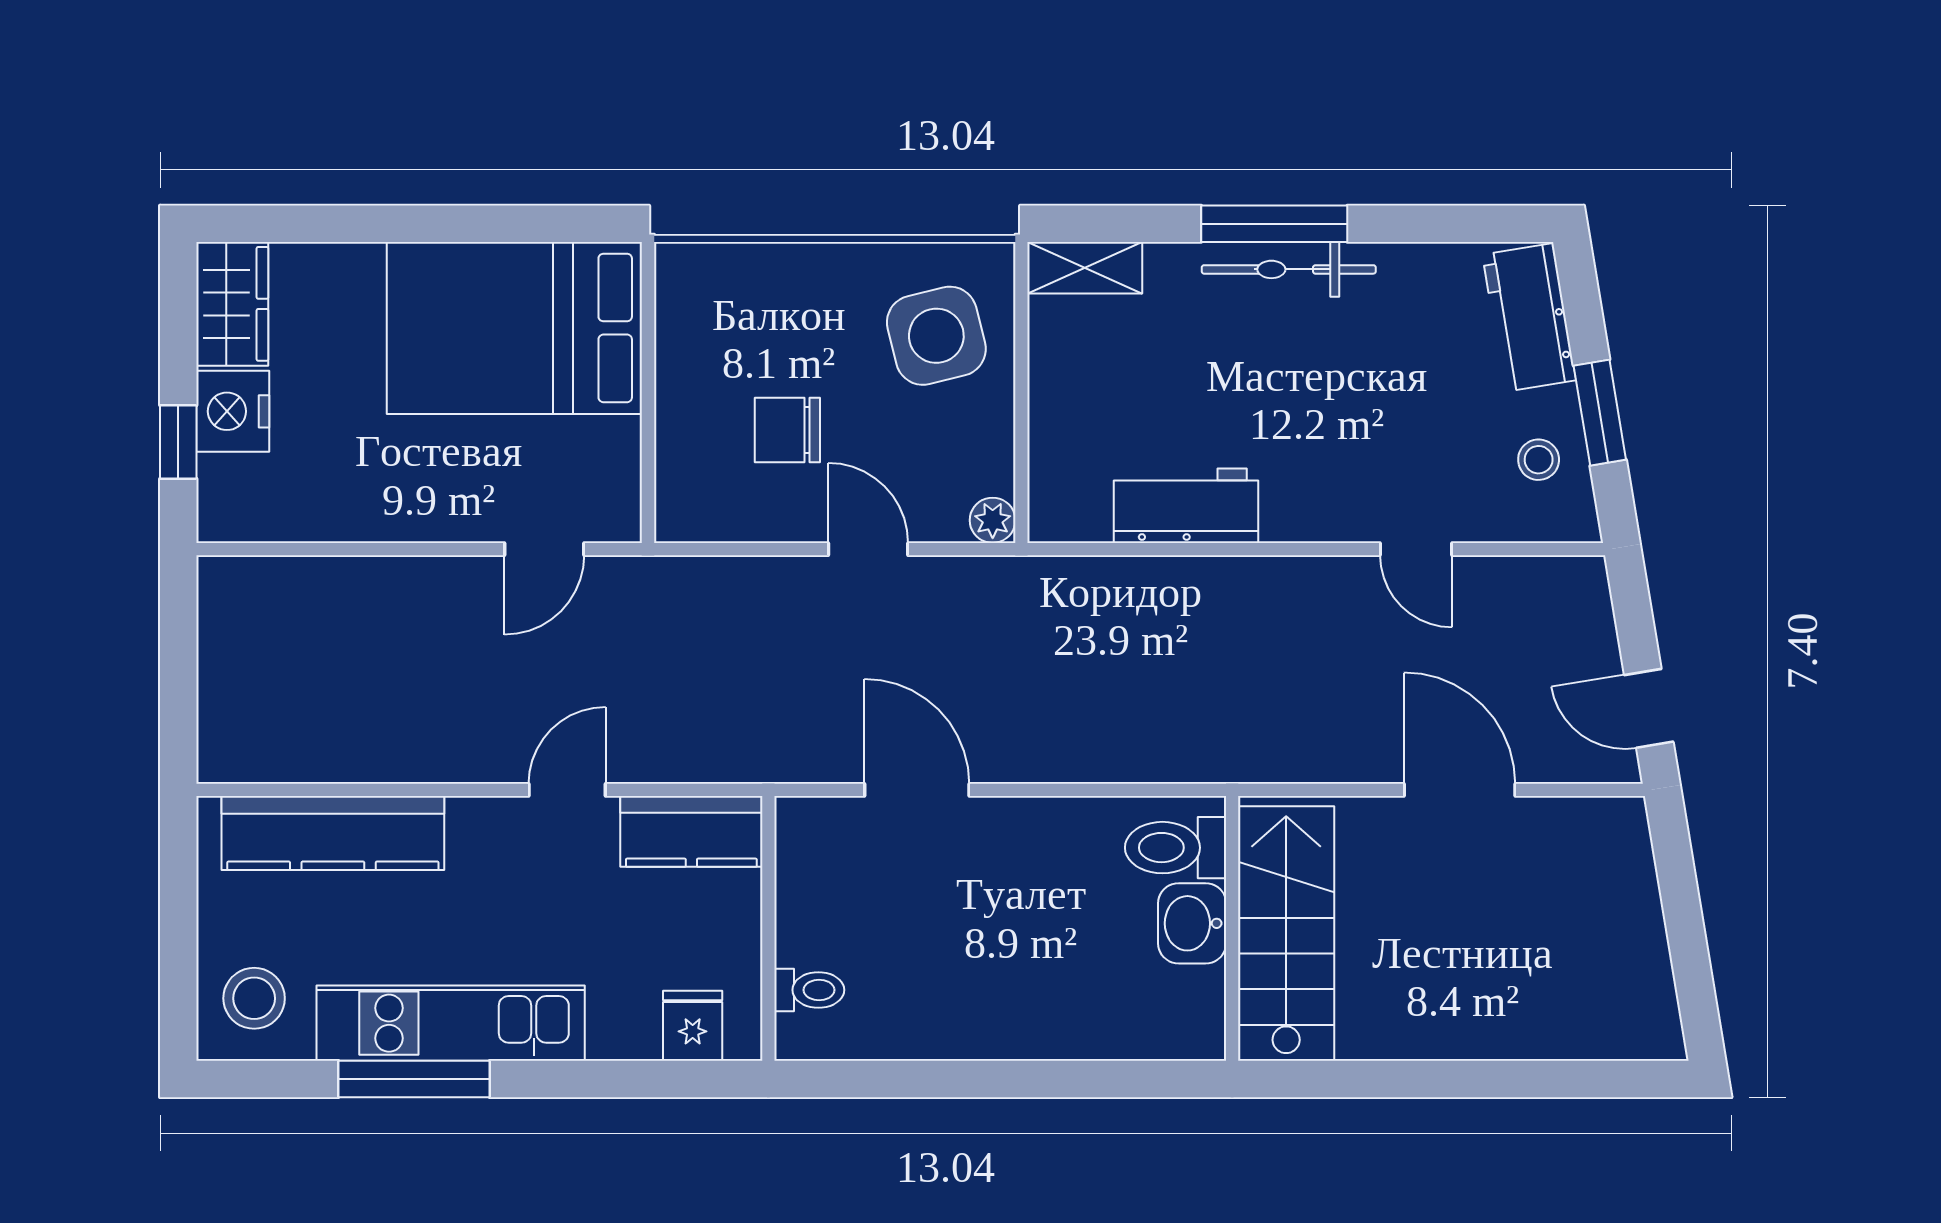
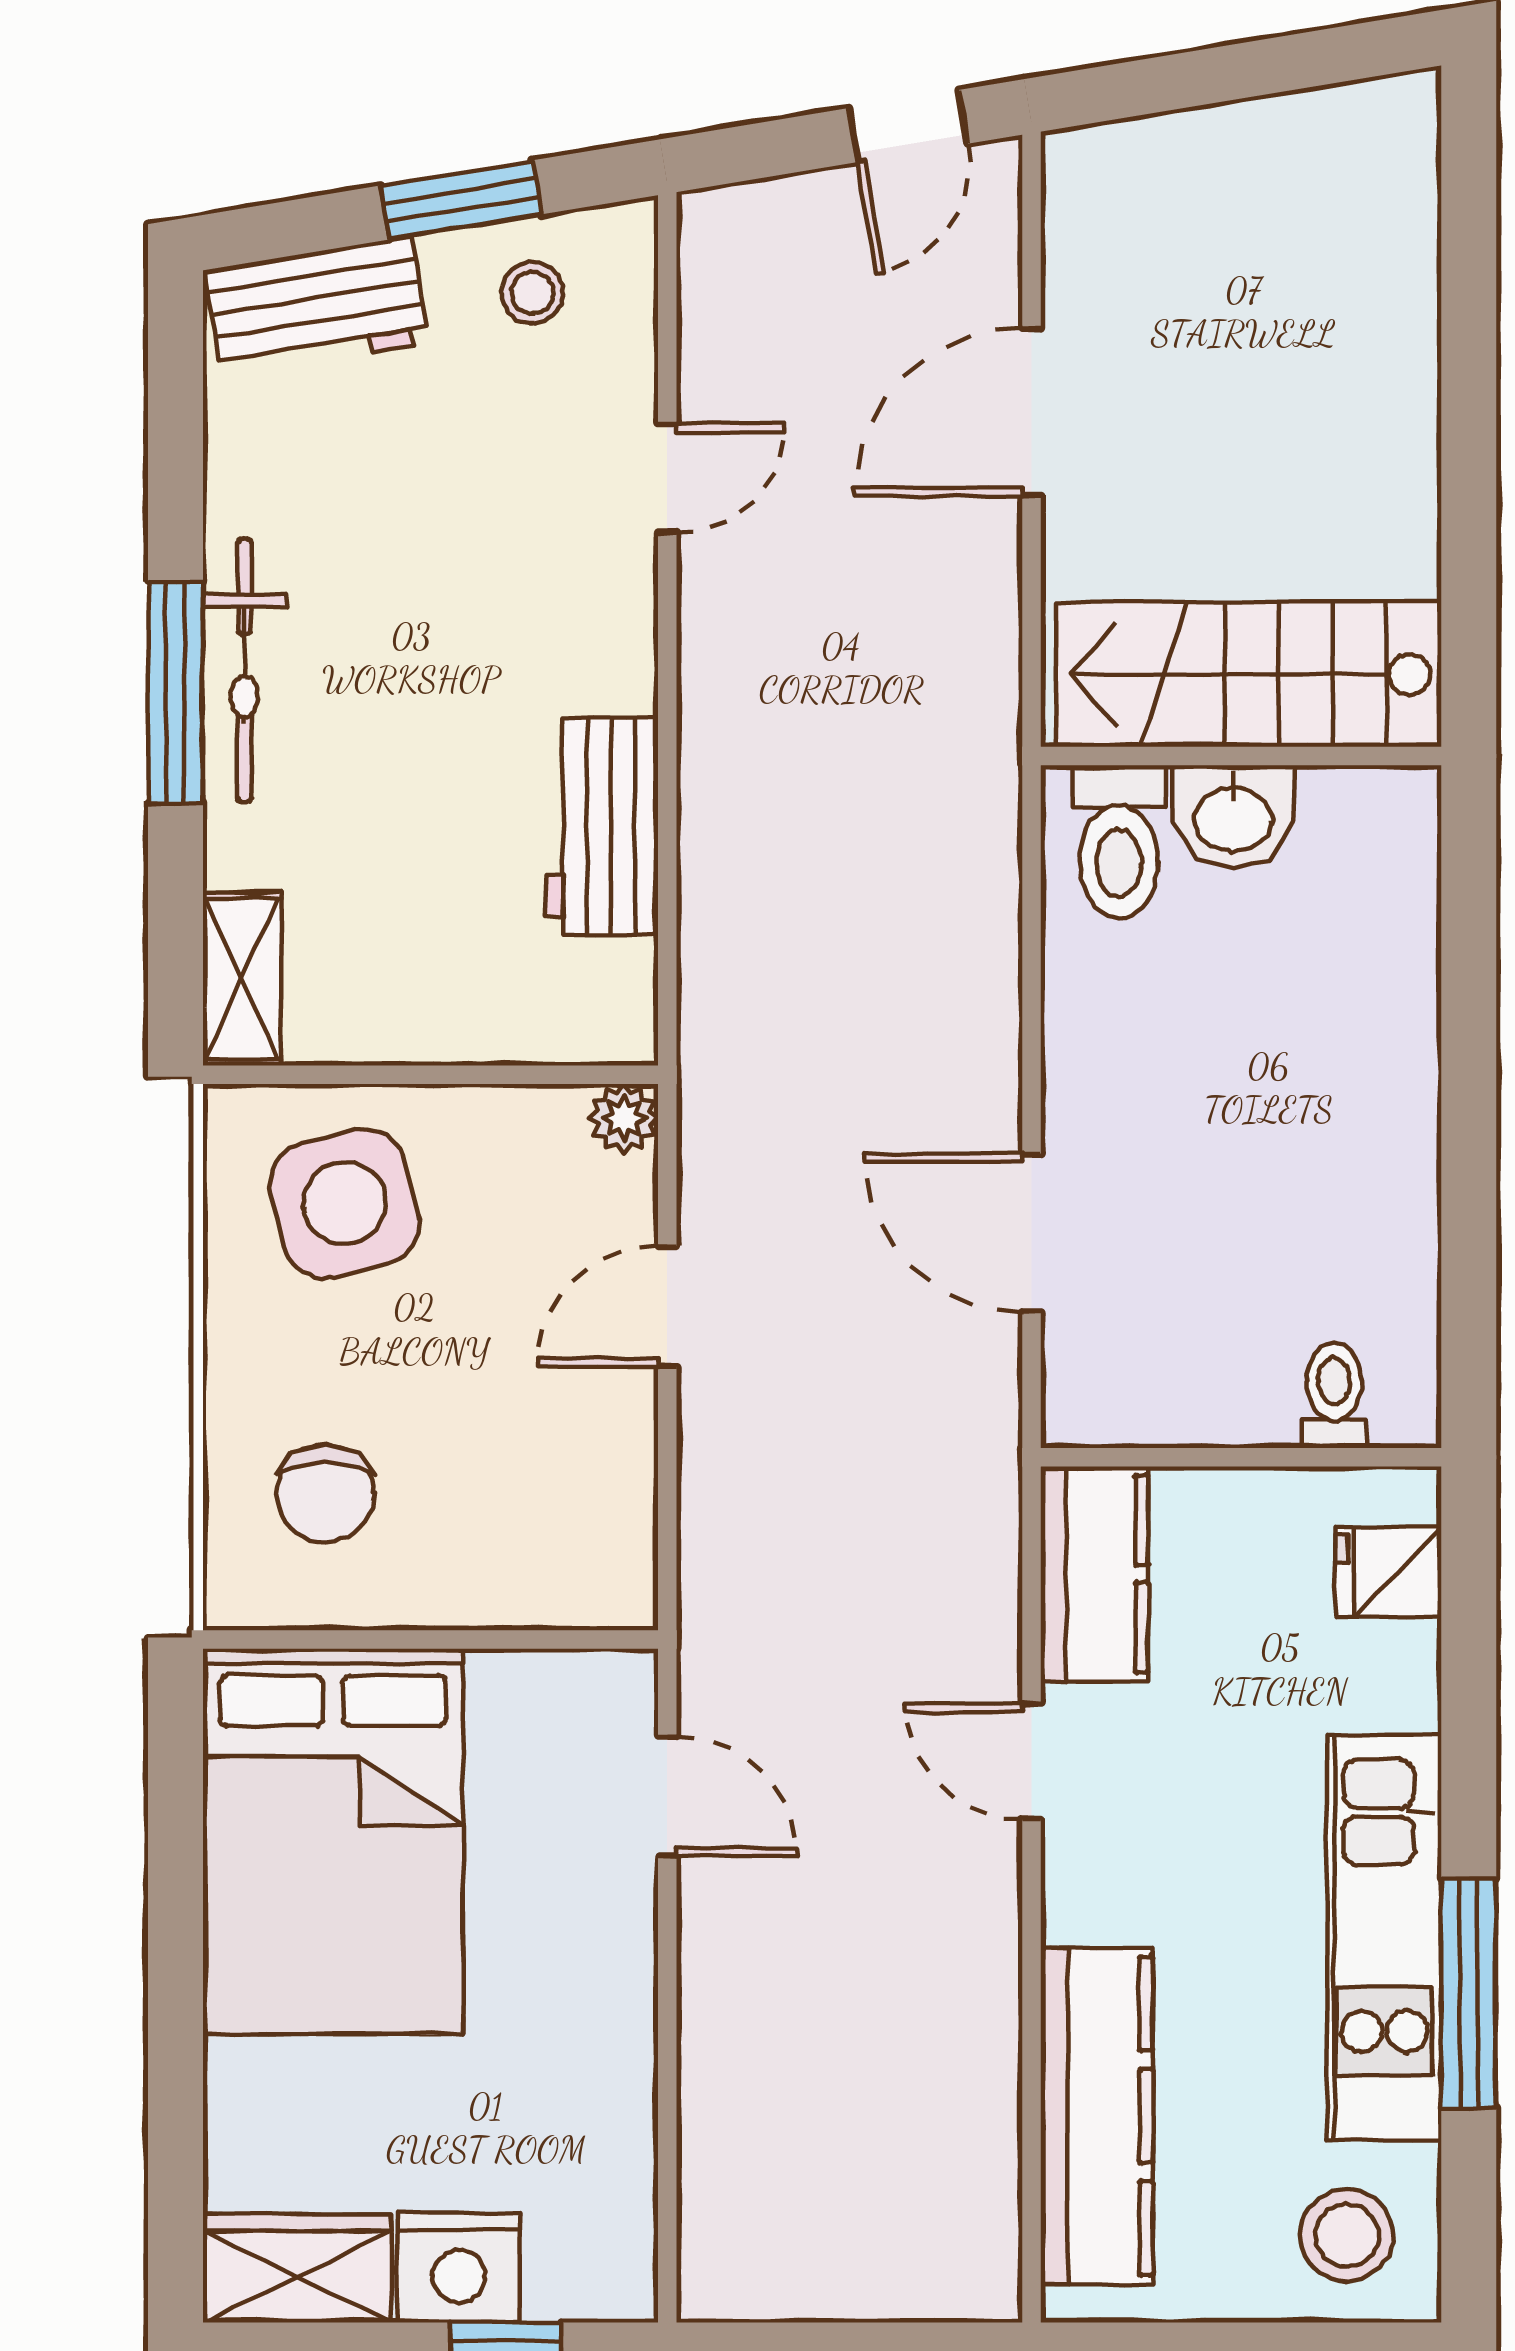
chair: (787, 430) -> (325, 1493), moved
door: (917, 790) -> (1032, 1233), hinge flipped

